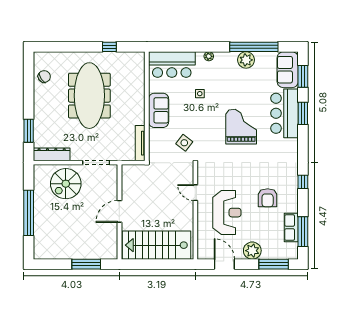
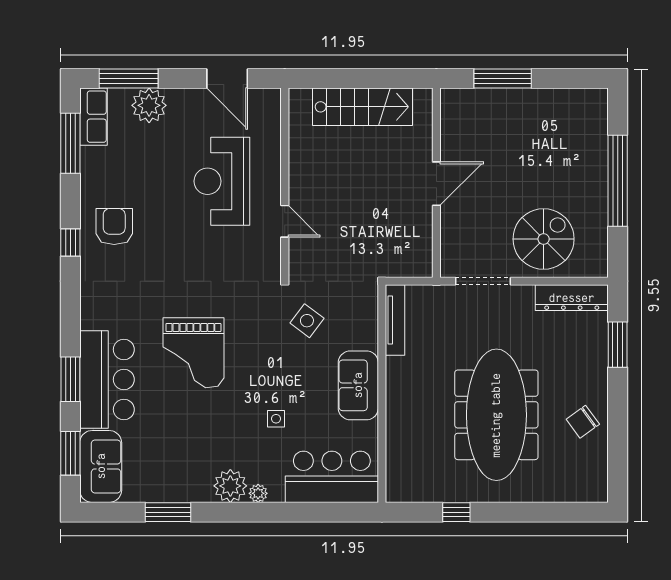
window: (254, 47) -> (168, 512), width x0.47
plant: (246, 60) -> (230, 486), moved
chair: (44, 77) -> (583, 422), moved
armchair: (268, 198) -> (114, 226), moved
row of seats: (291, 228) -> (93, 117), moved
stairs: (156, 245) -> (363, 107), width x0.73, depth x0.66
plant: (252, 251) -> (149, 105), moved

